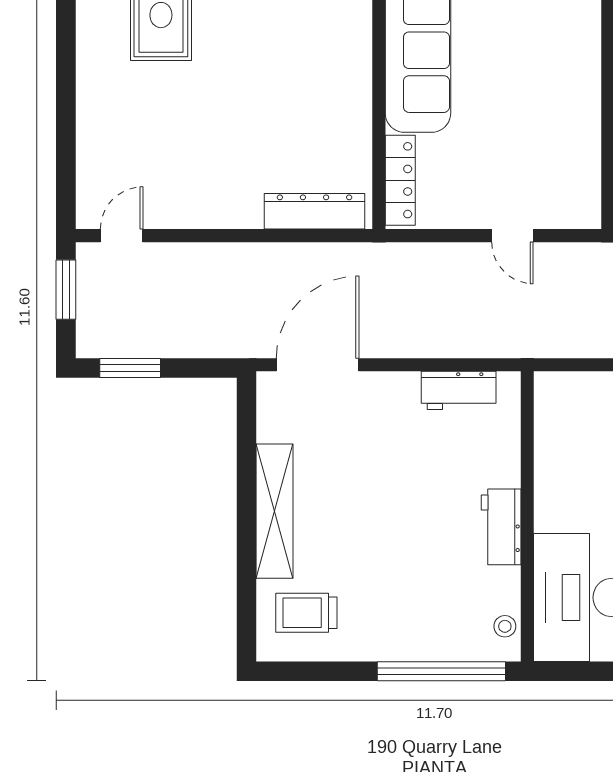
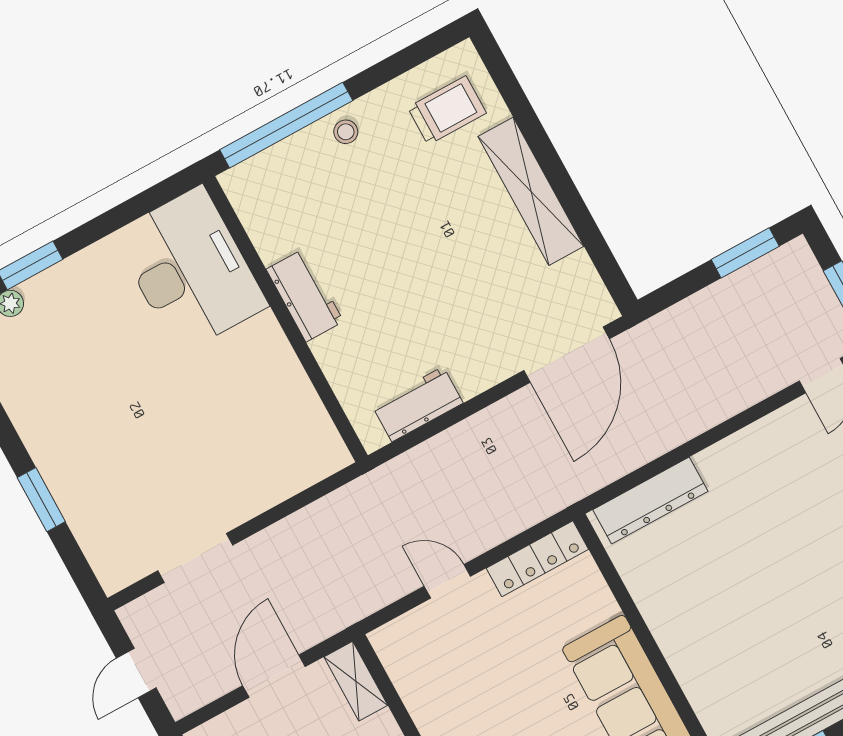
locker: (400, 180) -> (537, 559), moved, turned -90
stool: (505, 626) -> (346, 132), moved

